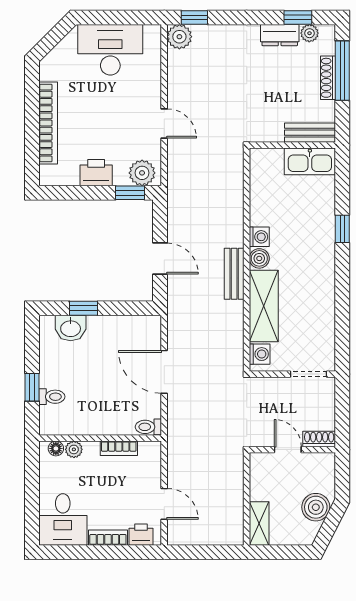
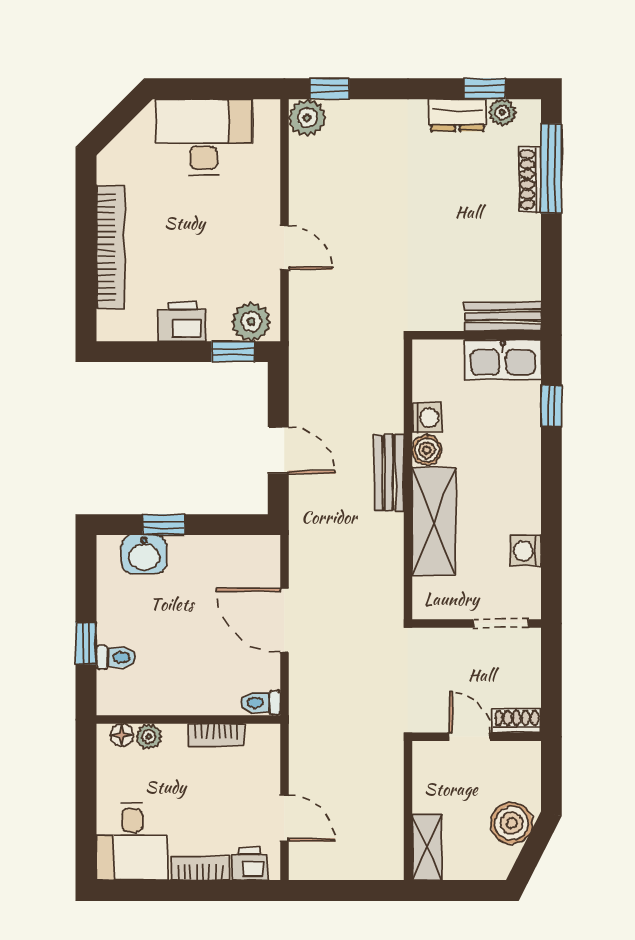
bench: (310, 133) -> (503, 316), moved
wall: (292, 145) -> (477, 335), moved
kitchen sink: (310, 161) -> (503, 360), moved
washing machine: (260, 354) -> (526, 551), moved, turned 180

